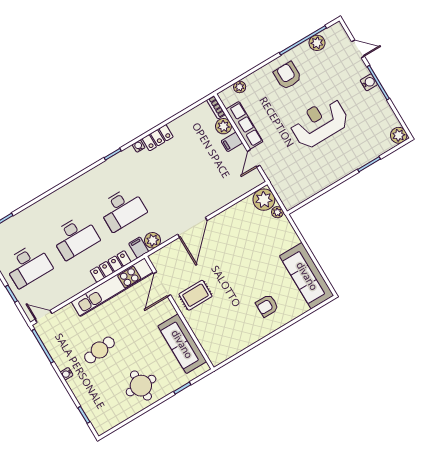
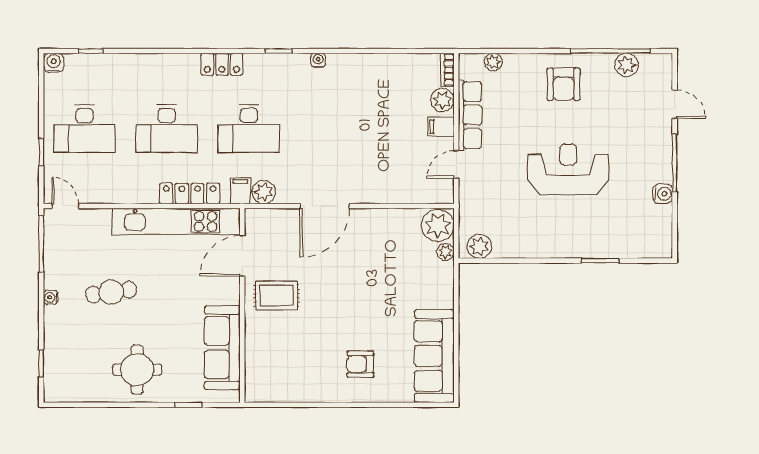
armchair: (287, 76) -> (563, 84), turned 180
water cooler: (369, 82) -> (663, 194), moved
plant: (399, 135) -> (479, 246), moved
locker: (158, 138) -> (222, 64), moved

